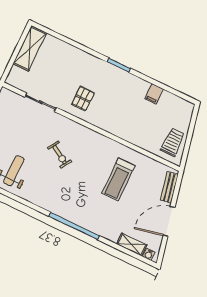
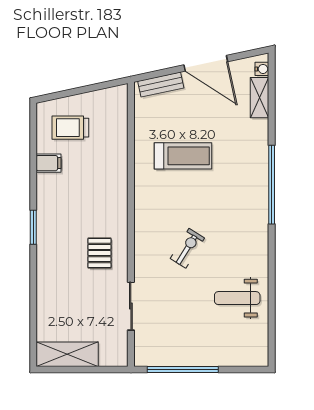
pallet: (83, 99) -> (99, 253), turned 90
trolley: (173, 142) -> (70, 128), moved

